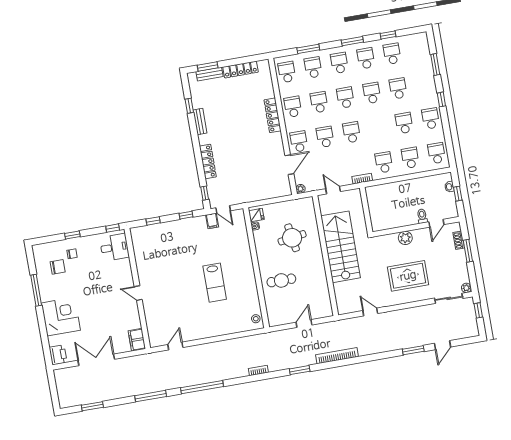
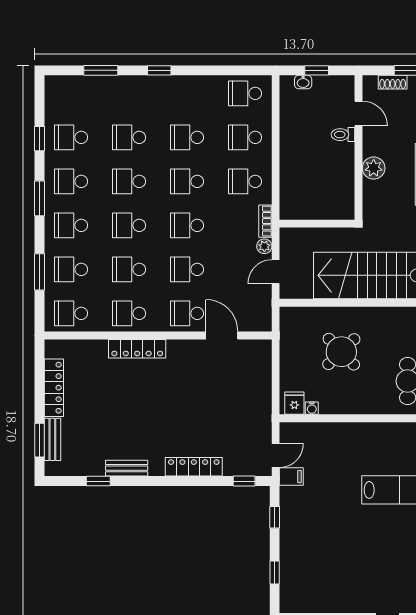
school desk: (430, 118) -> (187, 181), moved
plant: (301, 189) -> (264, 246), moved
round table: (292, 238) -> (341, 352), turned -35

